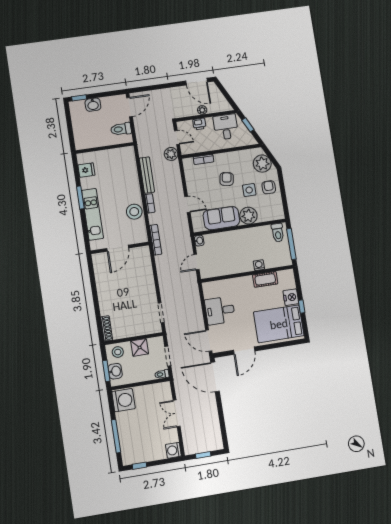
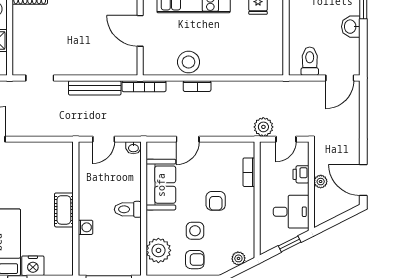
door: (197, 82) -> (363, 180), hinge flipped
door: (129, 107) -> (340, 78), hinge flipped
plant: (262, 164) -> (238, 258), width x0.53, depth x0.53
bench: (147, 175) -> (95, 88), moved
armchair: (227, 179) -> (216, 201), turned 80
plant: (248, 216) -> (158, 250), moved
toilet: (278, 233) -> (128, 209), moved
door: (196, 262) -> (104, 139), swing flipped
cot: (265, 279) -> (64, 210), moved
desk: (220, 310) -> (30, 162), removed

